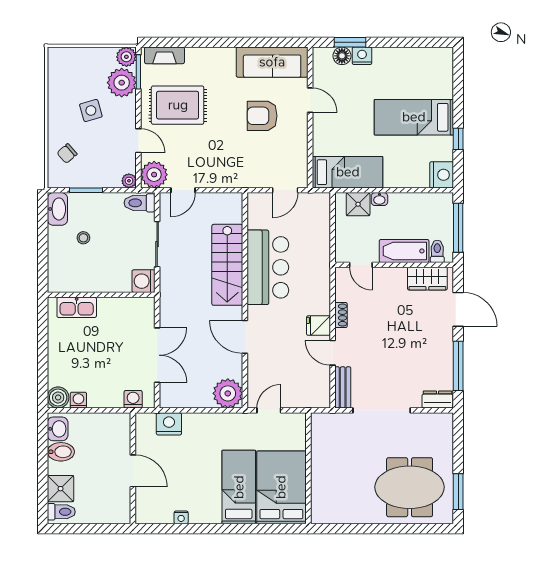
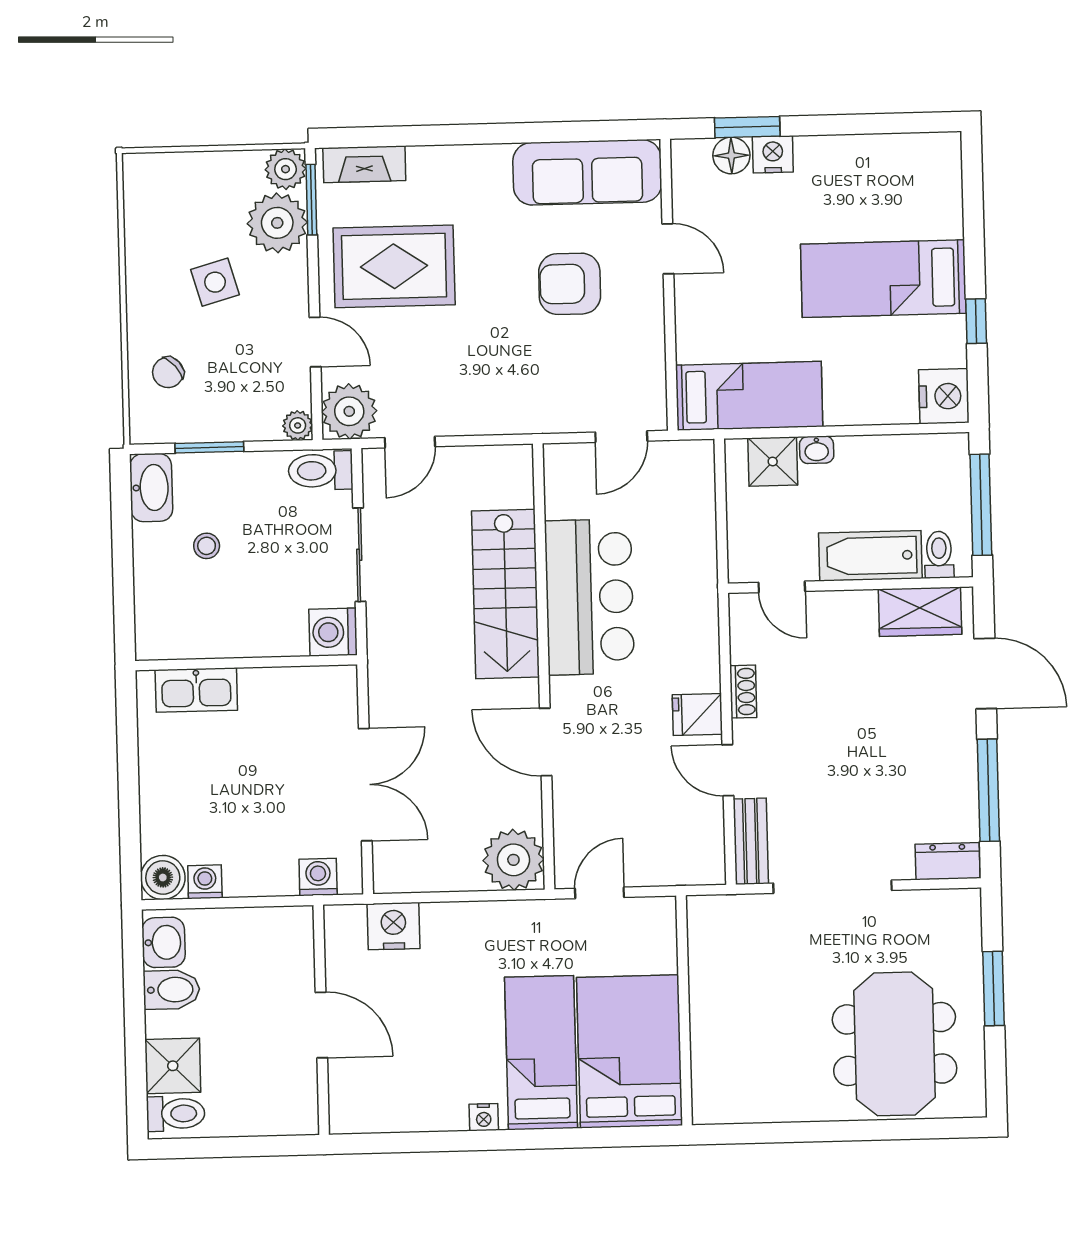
meeting table: (410, 487) -> (895, 1044), turned 90
window: (458, 492) -> (994, 988), moved
nightstand: (181, 517) -> (484, 1117), moved

